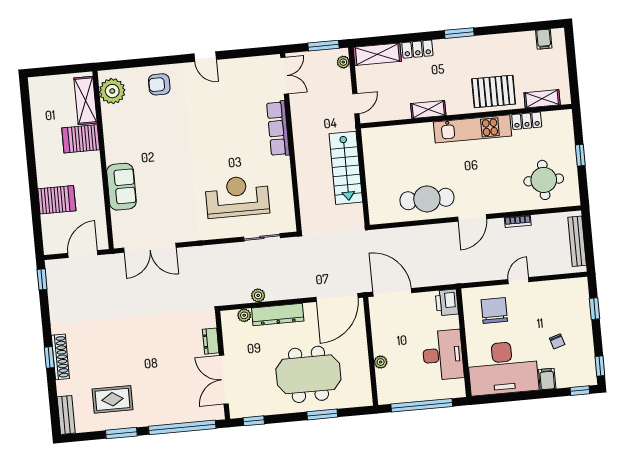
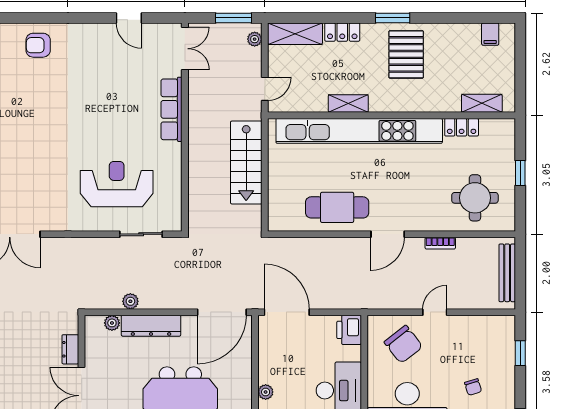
door: (205, 57) -> (129, 18), moved
pallet: (494, 91) -> (406, 54), moved, turned 90
kitchen unit: (472, 129) -> (359, 131), width x1.86
chair: (494, 310) -> (403, 344), turned 142

